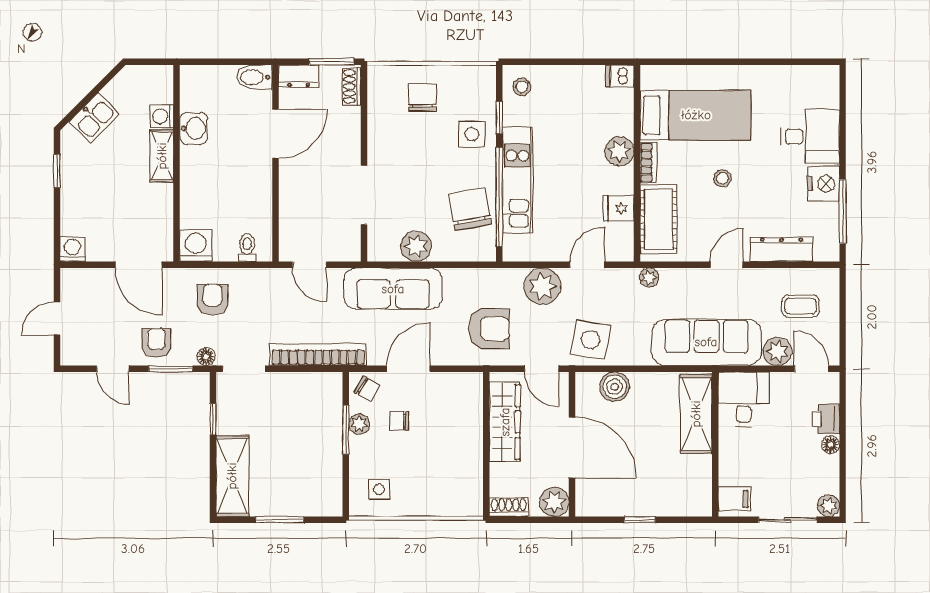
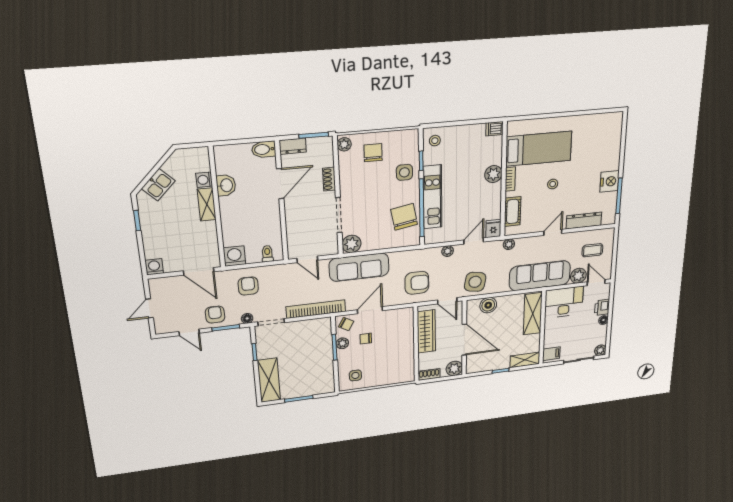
plant: (378, 80) -> (344, 144), added
shoe rack: (352, 86) -> (329, 179), moved
desk: (810, 137) -> (604, 155), removed
fridge: (619, 208) -> (493, 229), moved, turned 90
cot: (659, 219) -> (513, 211), width x0.73, depth x0.75
plant: (416, 246) -> (352, 244), moved
plant: (542, 286) -> (448, 251), width x0.53, depth x0.53
desk: (744, 399) -> (564, 302), width x1.37
shelving: (685, 504) -> (525, 360), added

